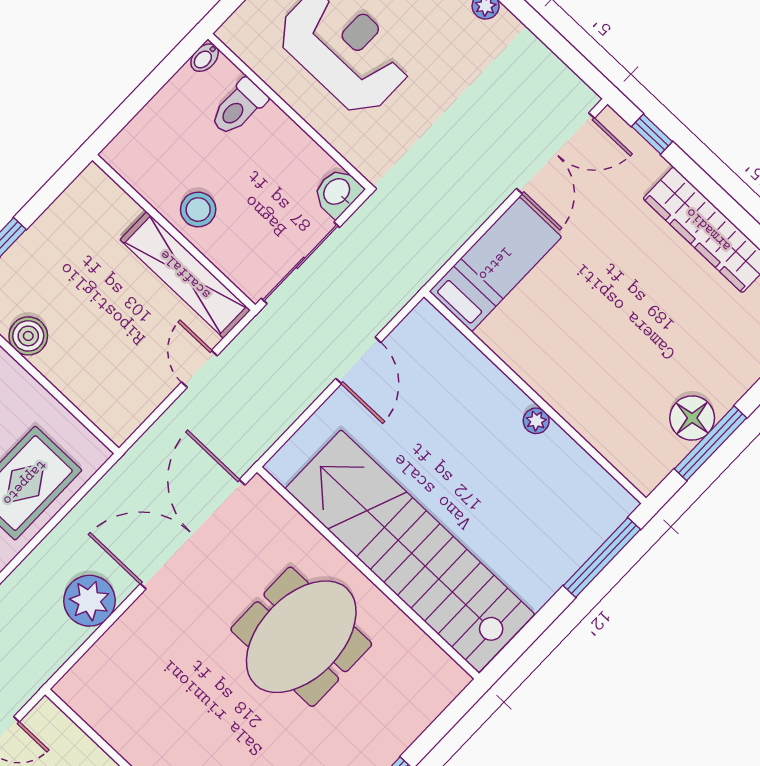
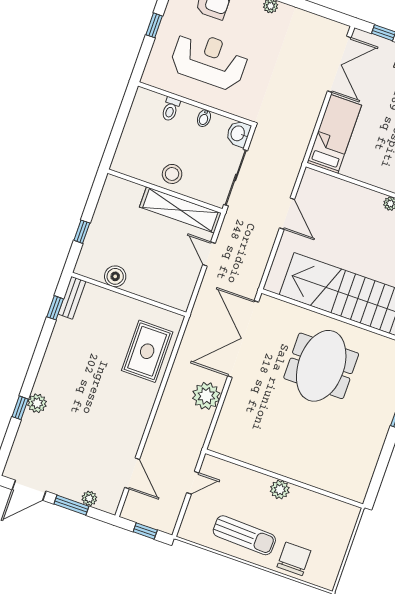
bidet: (205, 58) -> (204, 118), moved
toilet: (238, 107) -> (171, 109), width x0.73, depth x0.72

